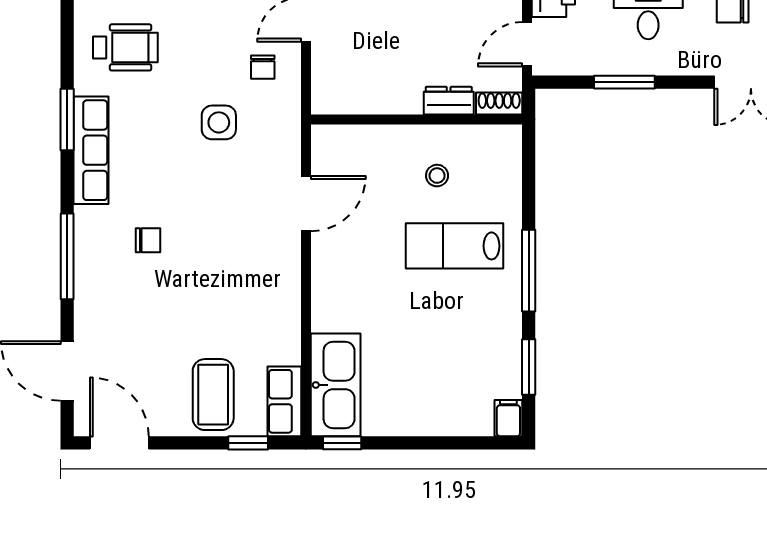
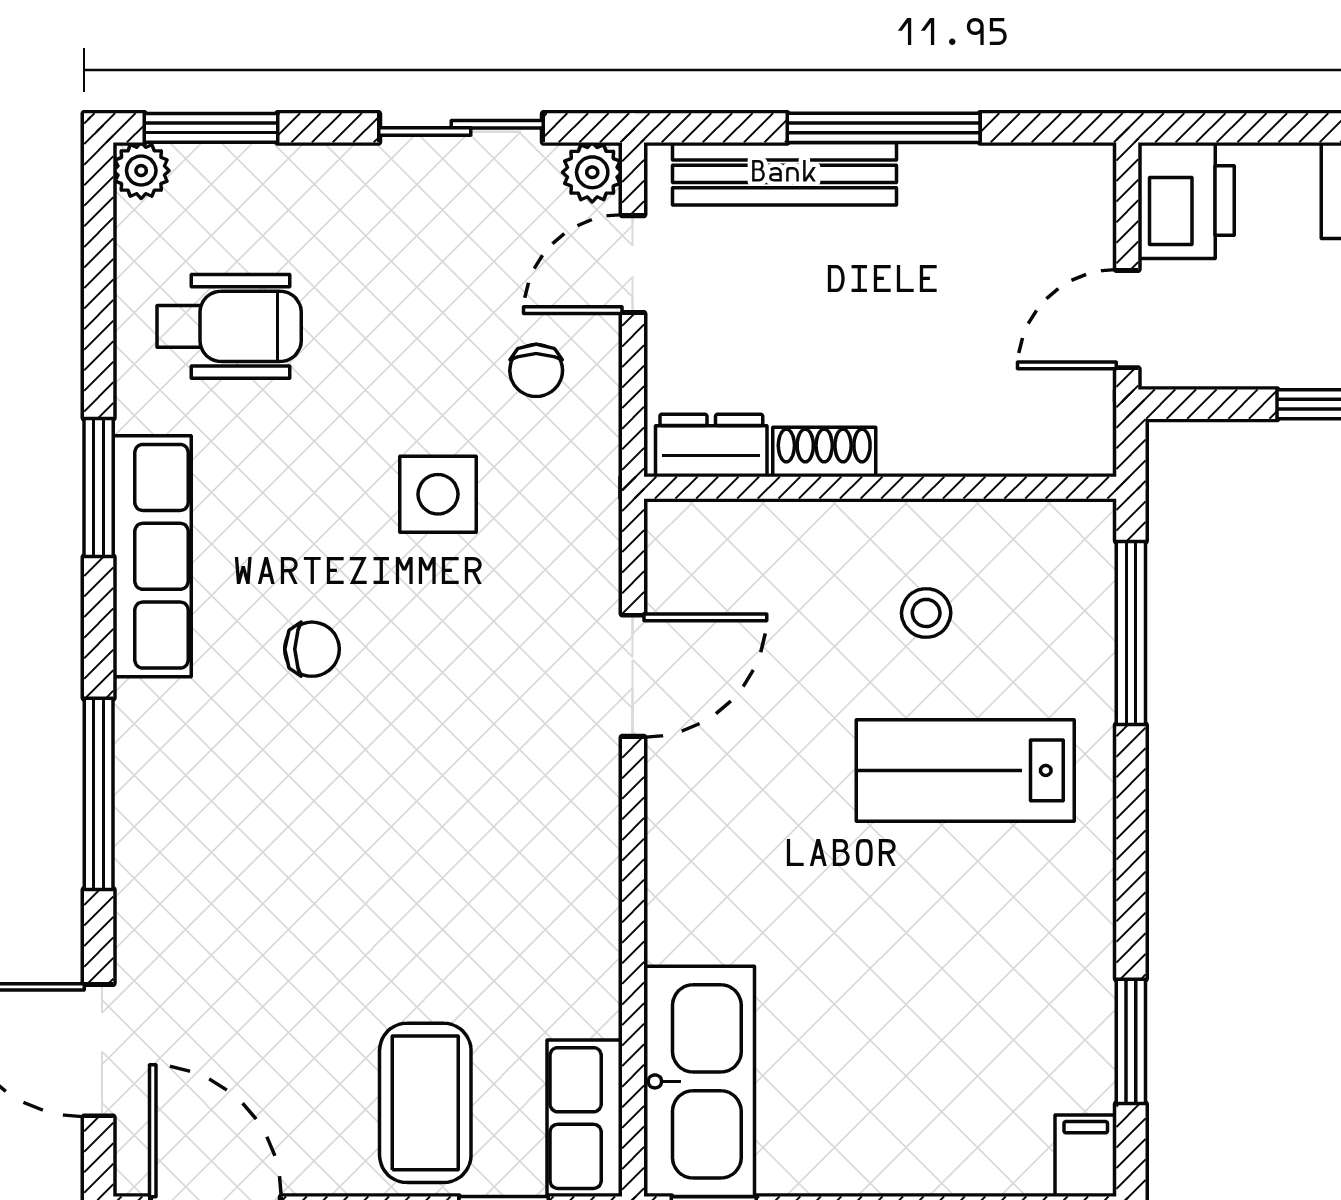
dresser: (449, 101) -> (711, 446), moved
shoe rack: (499, 104) -> (824, 452), moved
chair: (148, 240) -> (312, 649), moved
window: (529, 271) -> (1131, 633), moved

